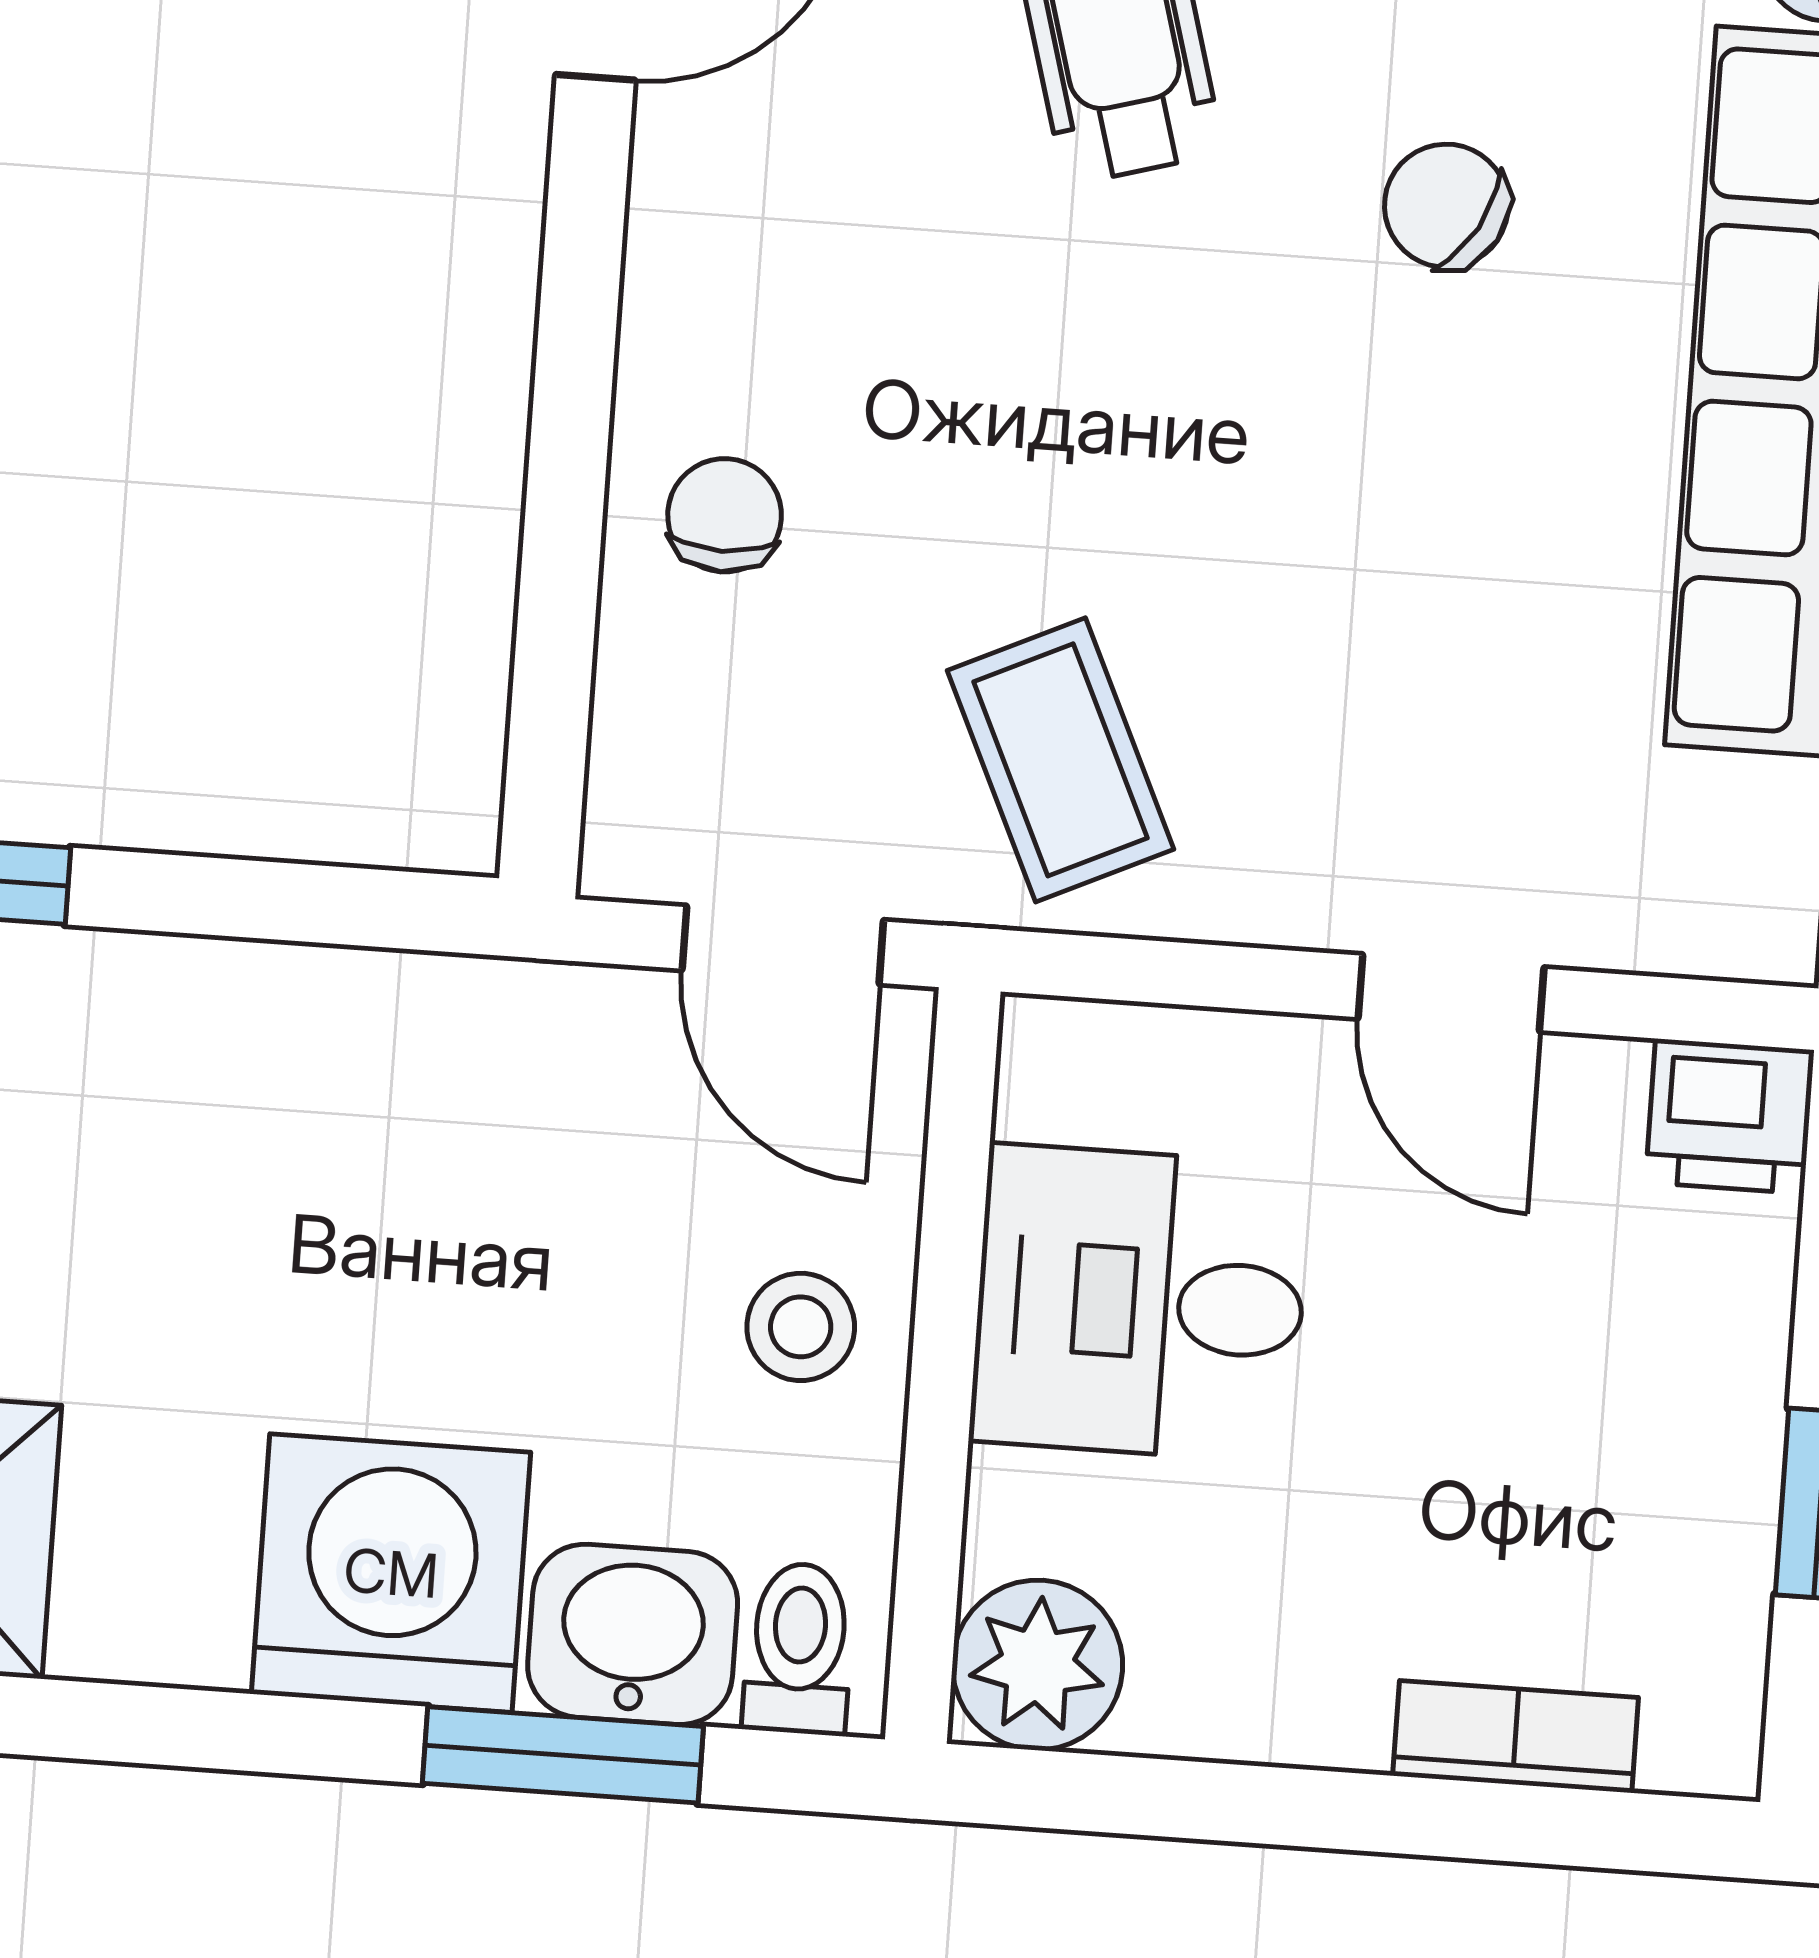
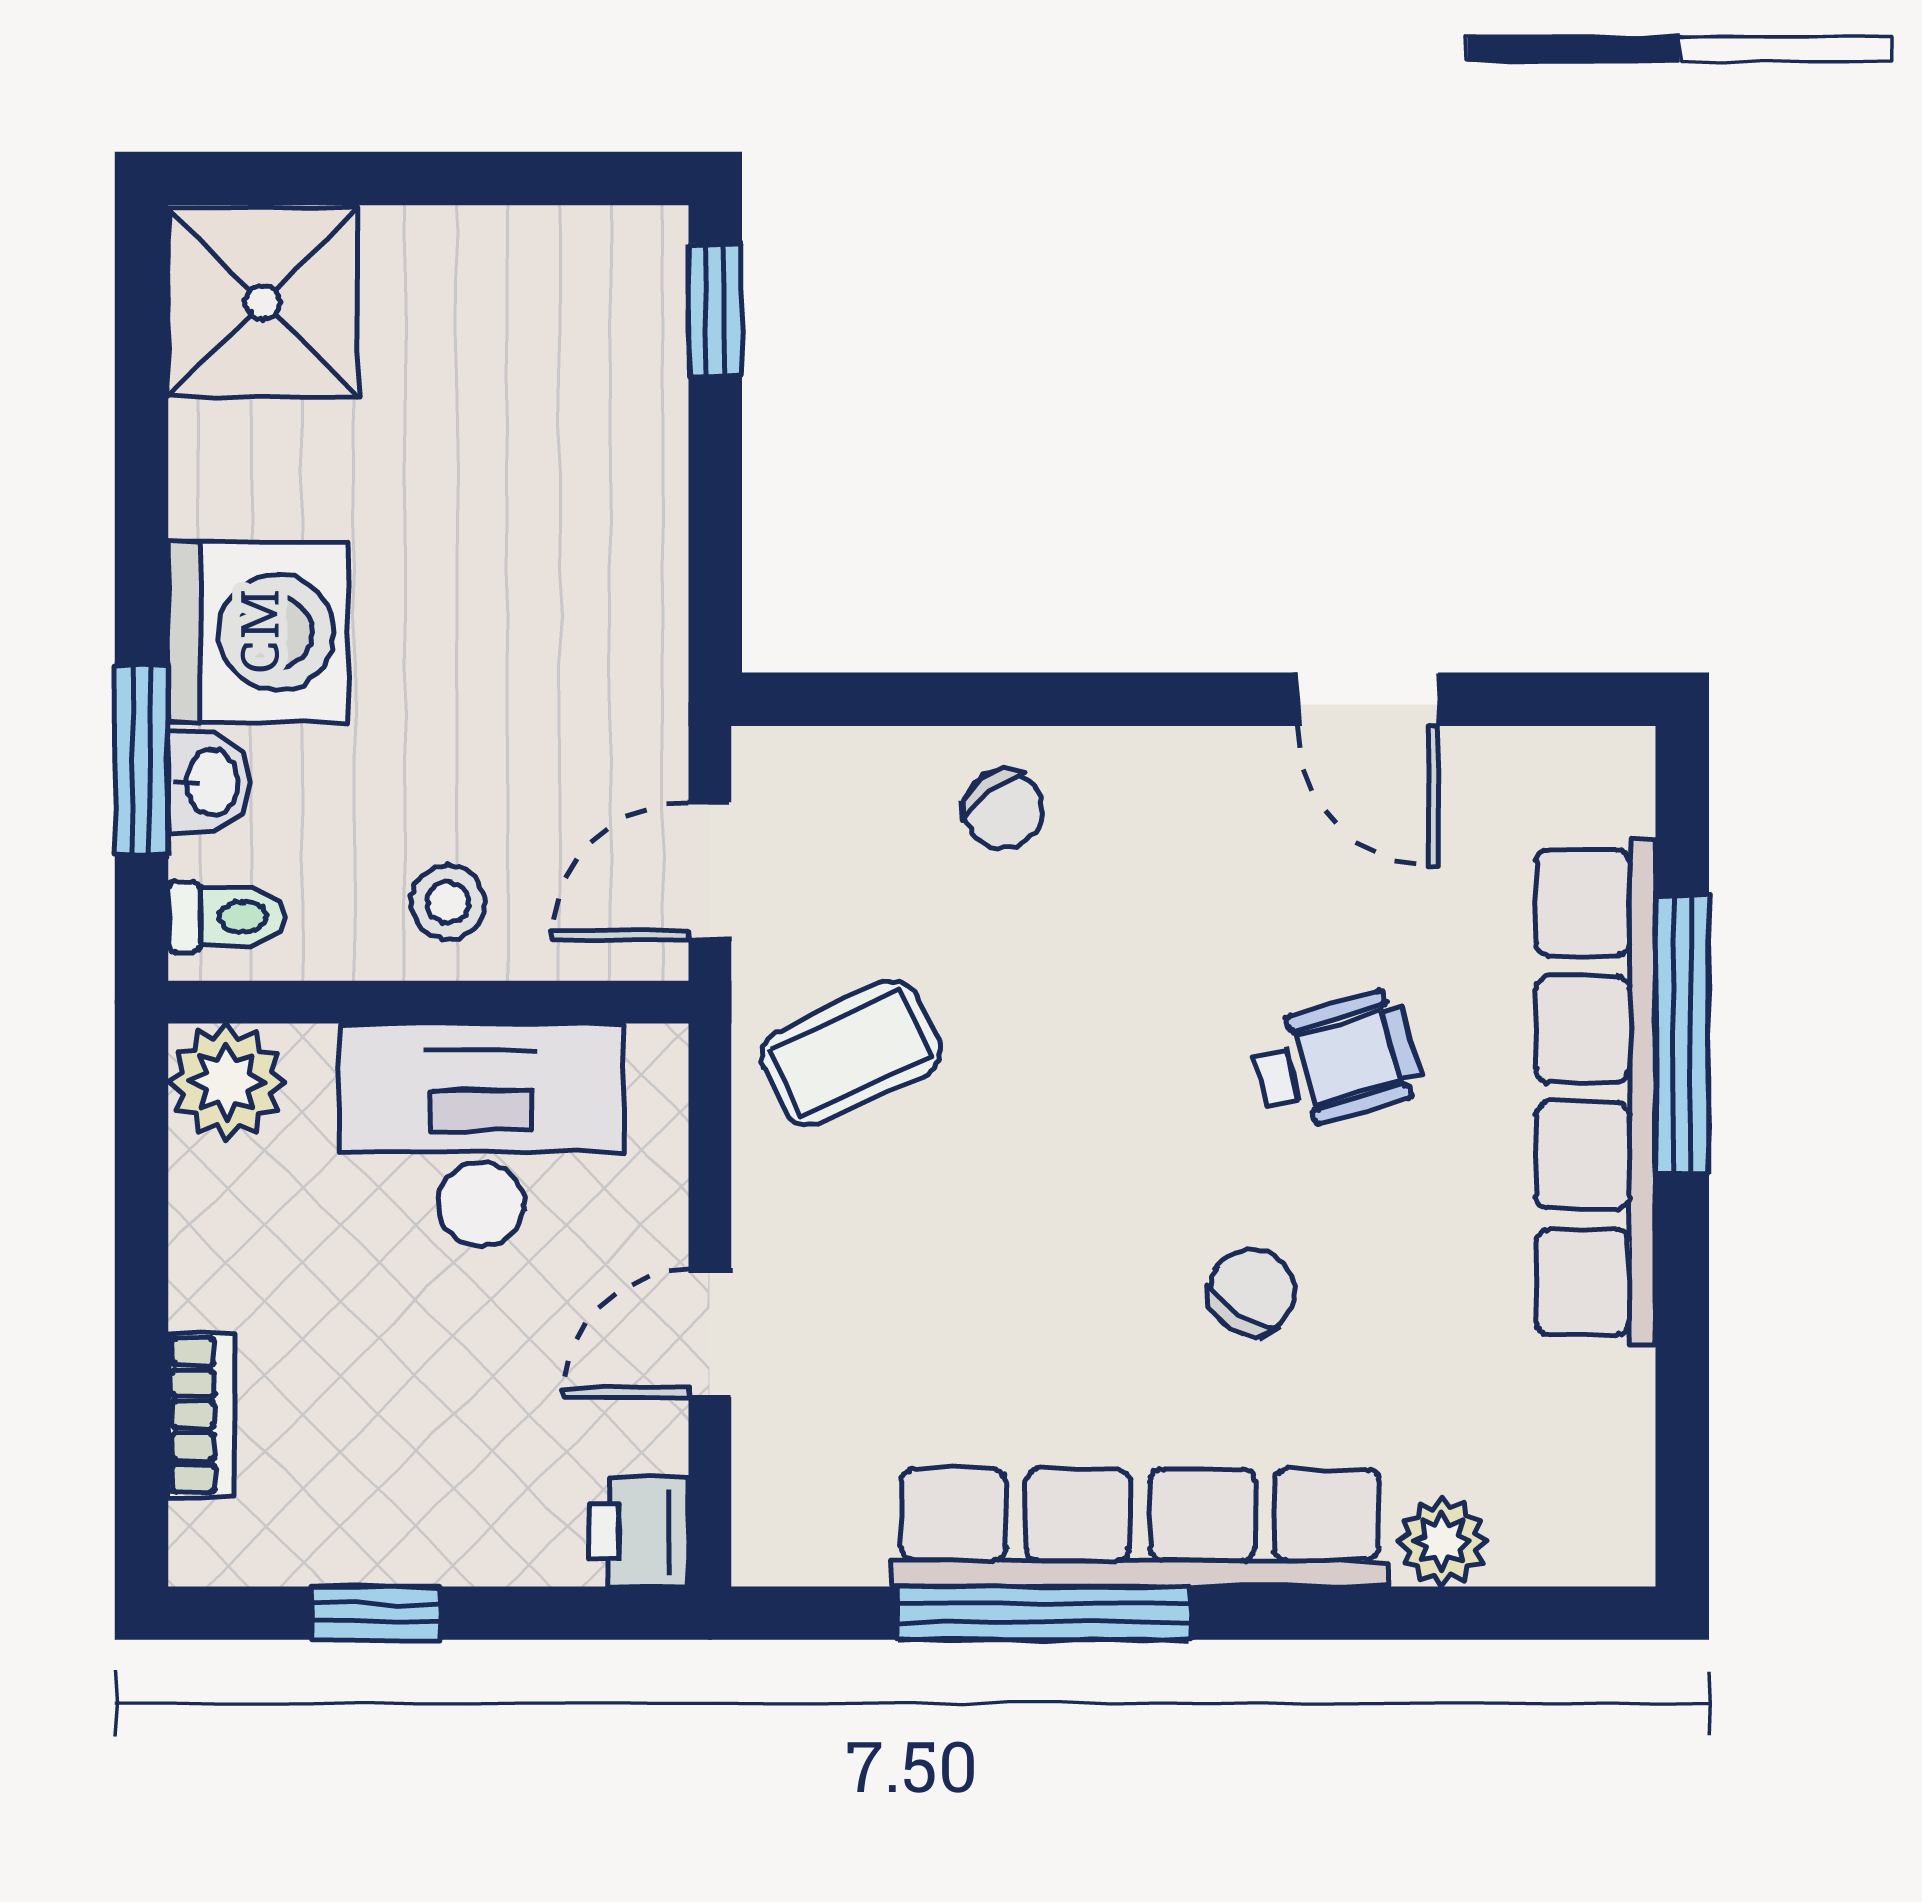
chair: (725, 515) -> (1003, 810), turned 53
desk: (1140, 1303) -> (481, 1135), width x1.37
washbasin: (633, 1634) -> (209, 782), width x0.72, depth x0.69

